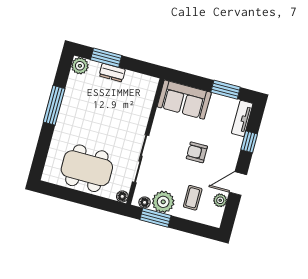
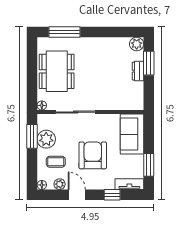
window: (54, 105) -> (64, 32), moved
armchair: (197, 152) -> (93, 155), width x1.88, depth x1.88
floor lamp: (145, 202) -> (42, 185), moved

